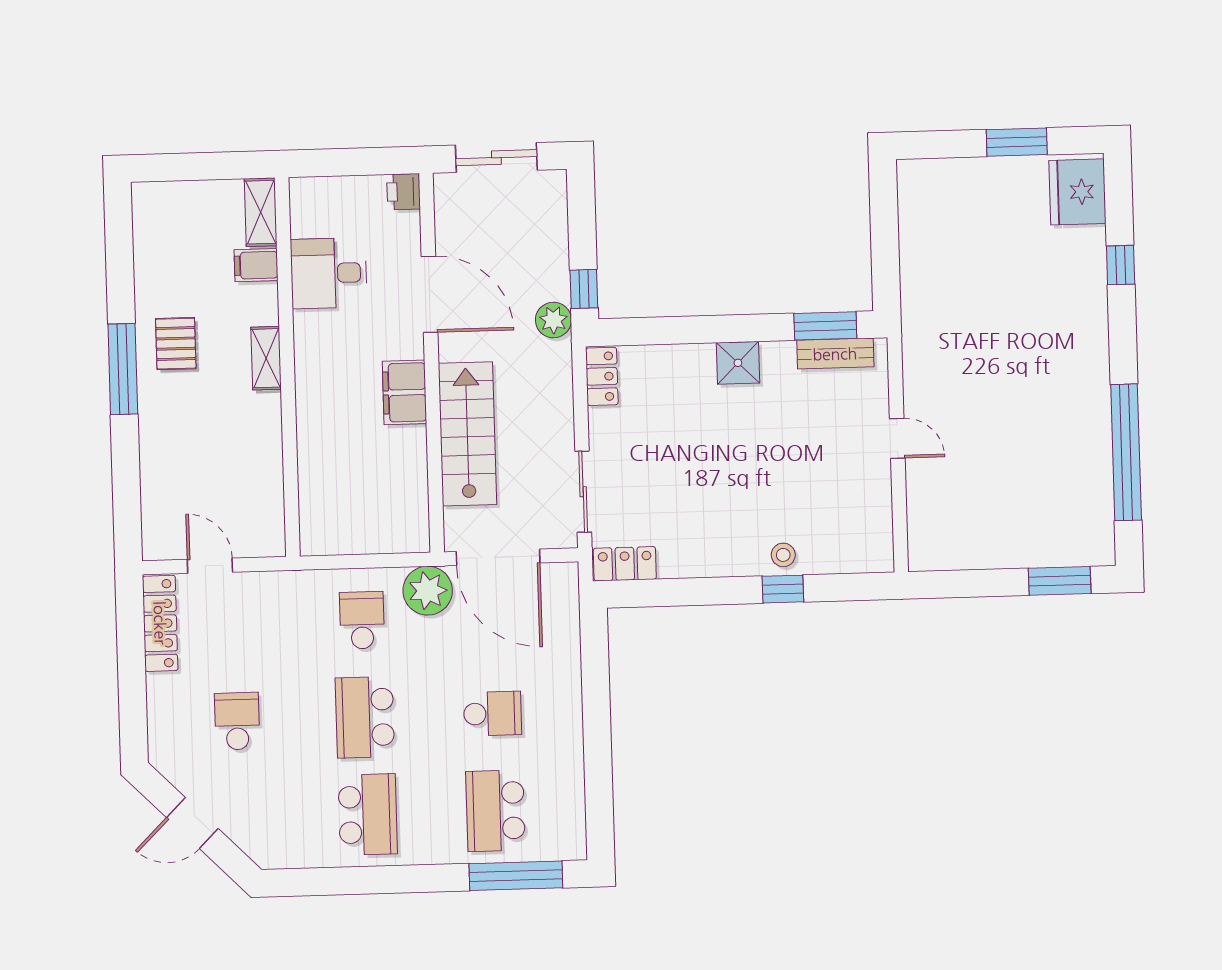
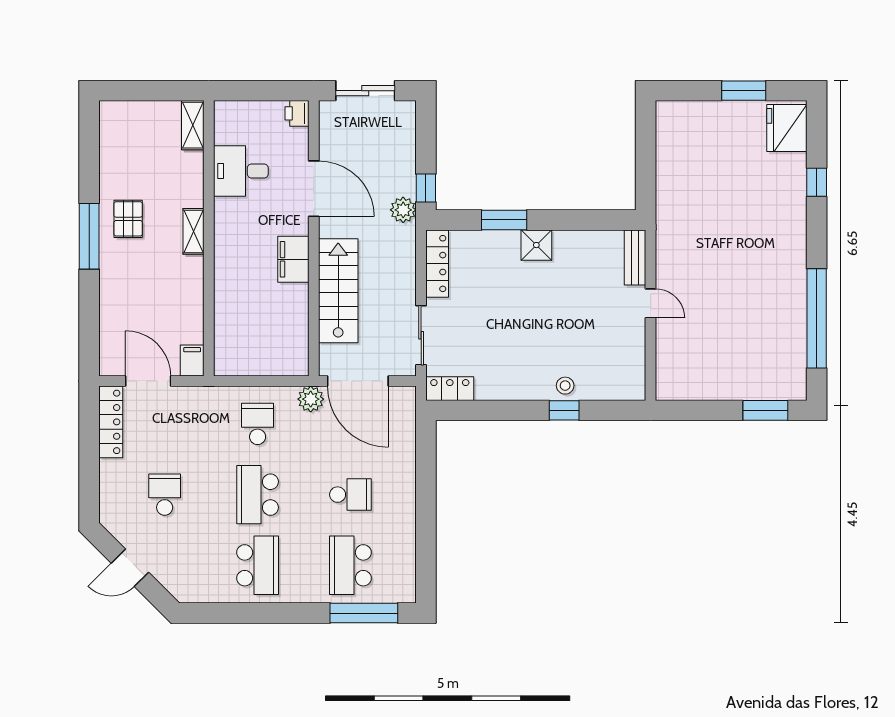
filing cabinet: (256, 265) -> (192, 361), moved, turned 90
window: (825, 326) -> (504, 220), moved
bench: (835, 354) -> (635, 257), moved, turned 90
locker: (602, 376) -> (437, 264), width x1.53
door: (210, 566) -> (148, 381), width x1.38
plant: (428, 591) -> (311, 399), width x0.73, depth x0.73

